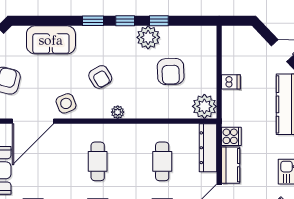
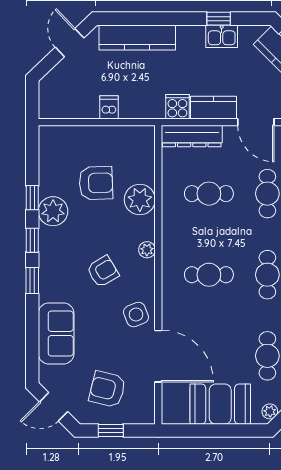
plant: (204, 106) -> (140, 200), moved

